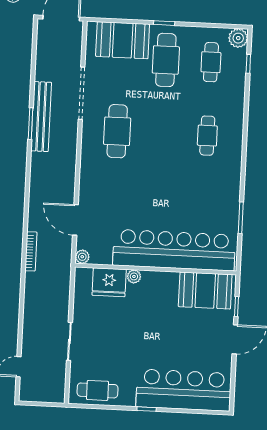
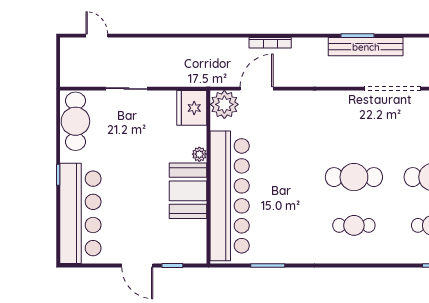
cafe table: (117, 131) -> (354, 177), moved
bookcase: (31, 251) -> (270, 43), moved
plant: (82, 257) -> (224, 104), width x1.88, depth x1.88
fridge: (109, 282) -> (192, 108), moved
booth: (205, 291) -> (188, 191), moved
cafe table: (98, 390) -> (75, 121), width x1.37, depth x1.35

